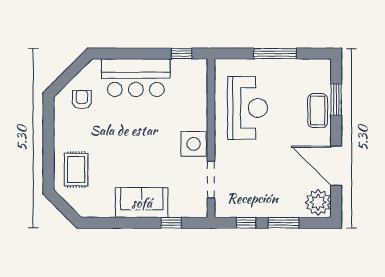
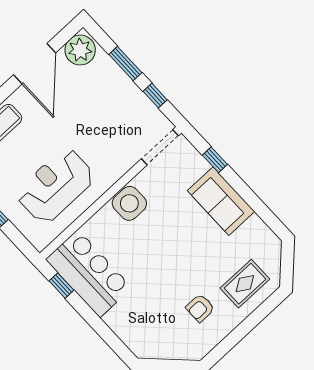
bar counter: (136, 78) -> (89, 274), moved
armchair: (82, 99) -> (200, 308), moved
doorway: (211, 180) -> (160, 147), moved

